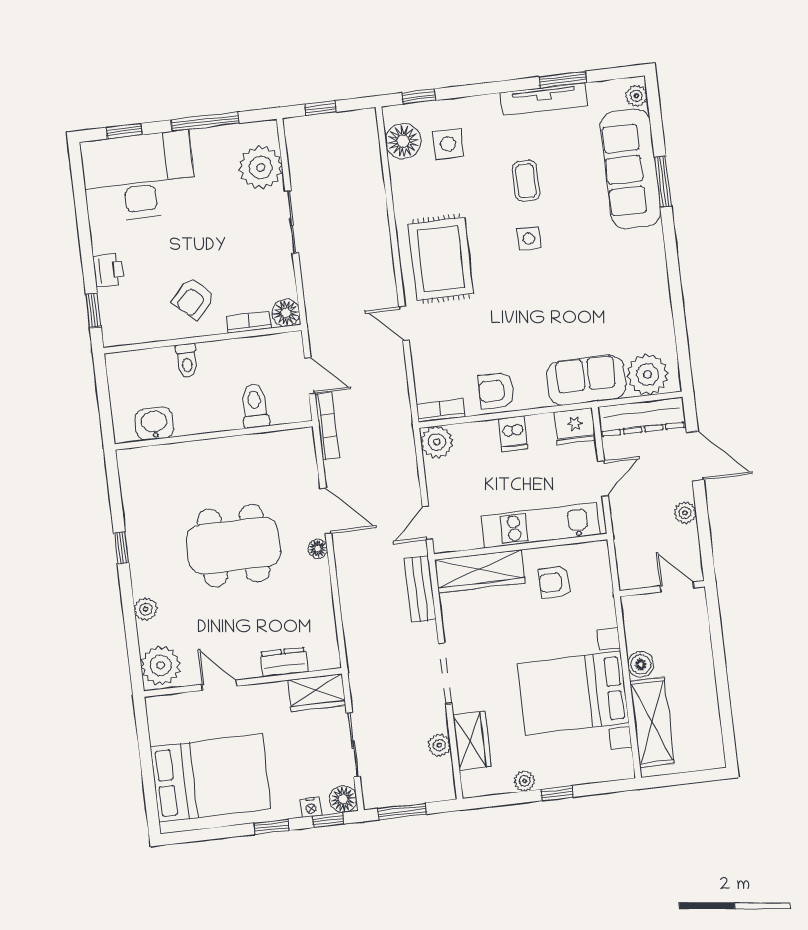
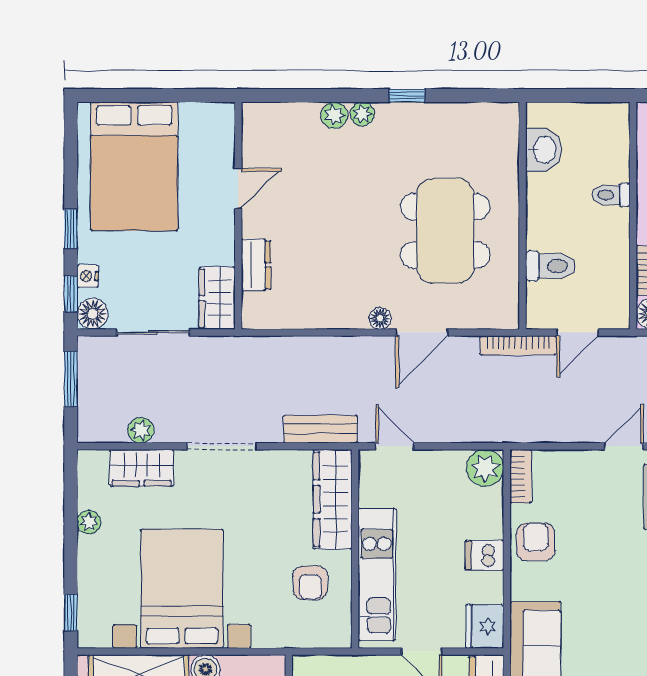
dining table: (233, 546) -> (445, 231), moved
armchair: (555, 582) -> (310, 583), turned 180
plant: (161, 665) -> (362, 114), moved, width x0.53, depth x0.53
window: (557, 793) -> (71, 612), moved

